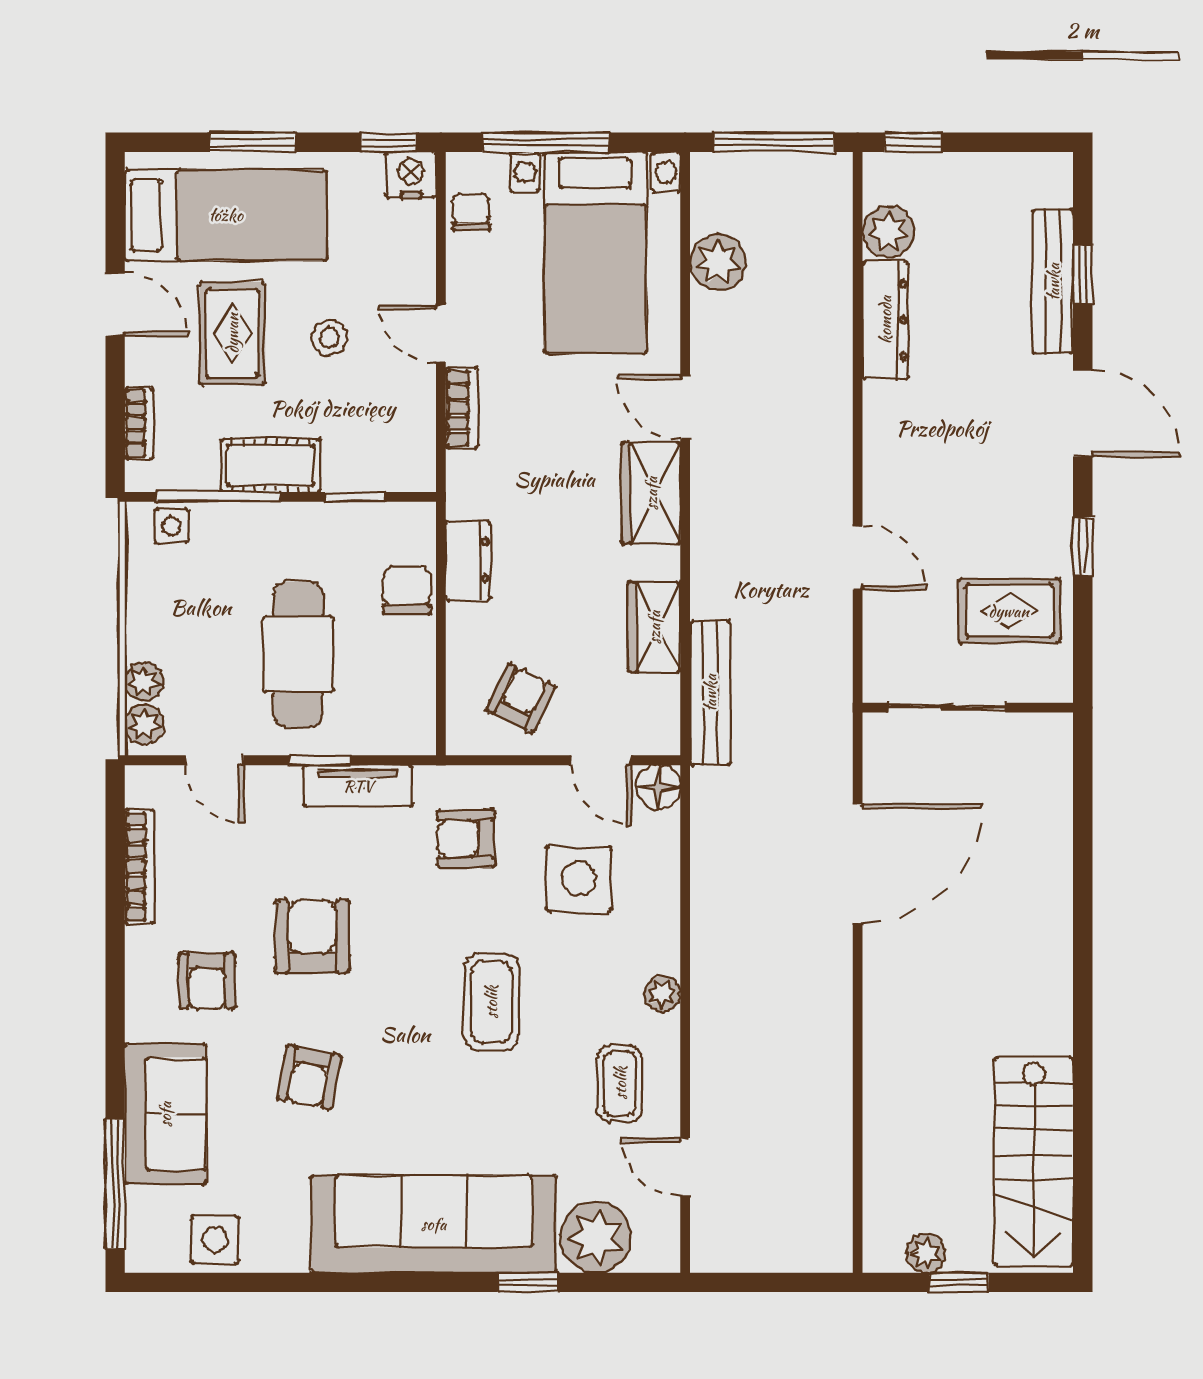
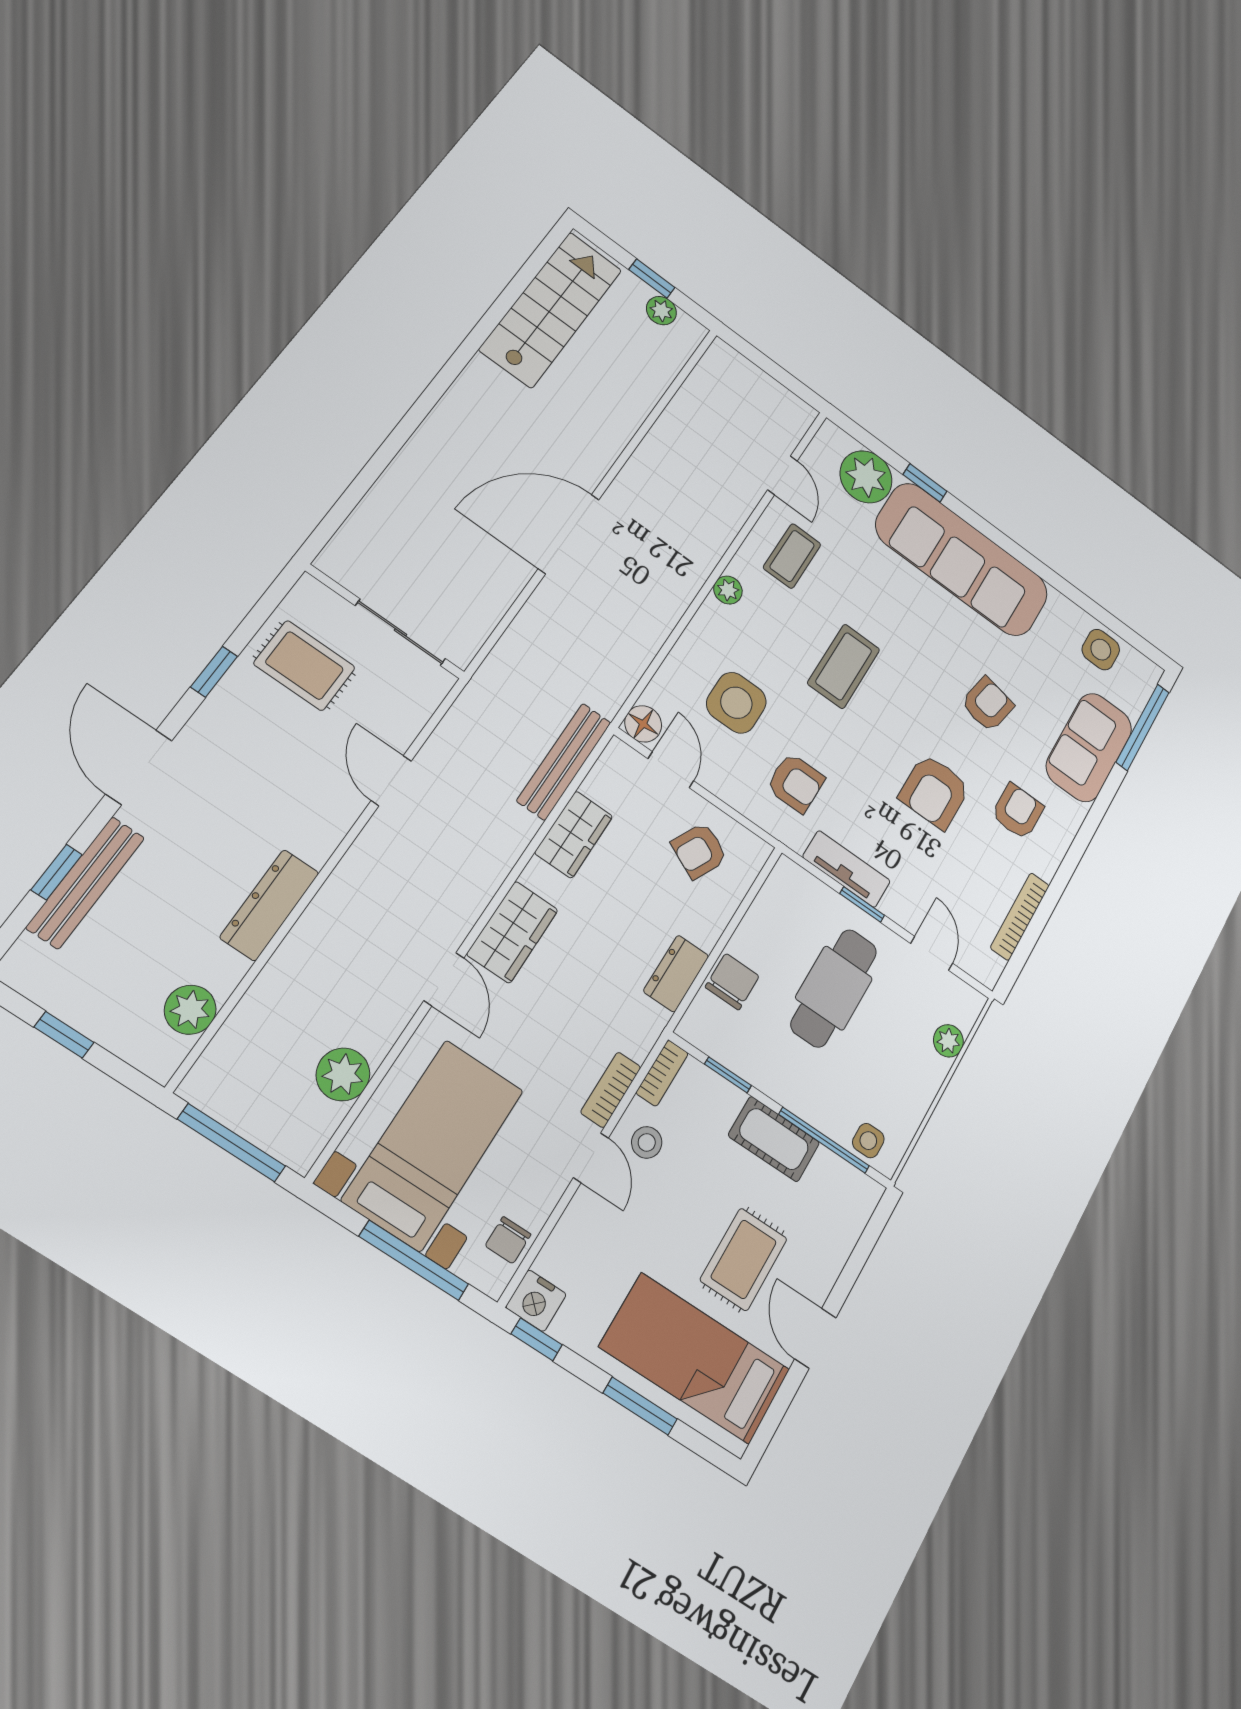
window: (913, 142) -> (64, 1035), moved
dresser: (885, 320) -> (270, 905), moved
stool: (329, 338) -> (647, 1142), moved
bookcase: (139, 423) -> (662, 1073), moved, turned 180
chair: (407, 590) -> (732, 982), turned 180
plant: (144, 724) -> (964, 1011), removed
door: (858, 864) -> (569, 534), moved

